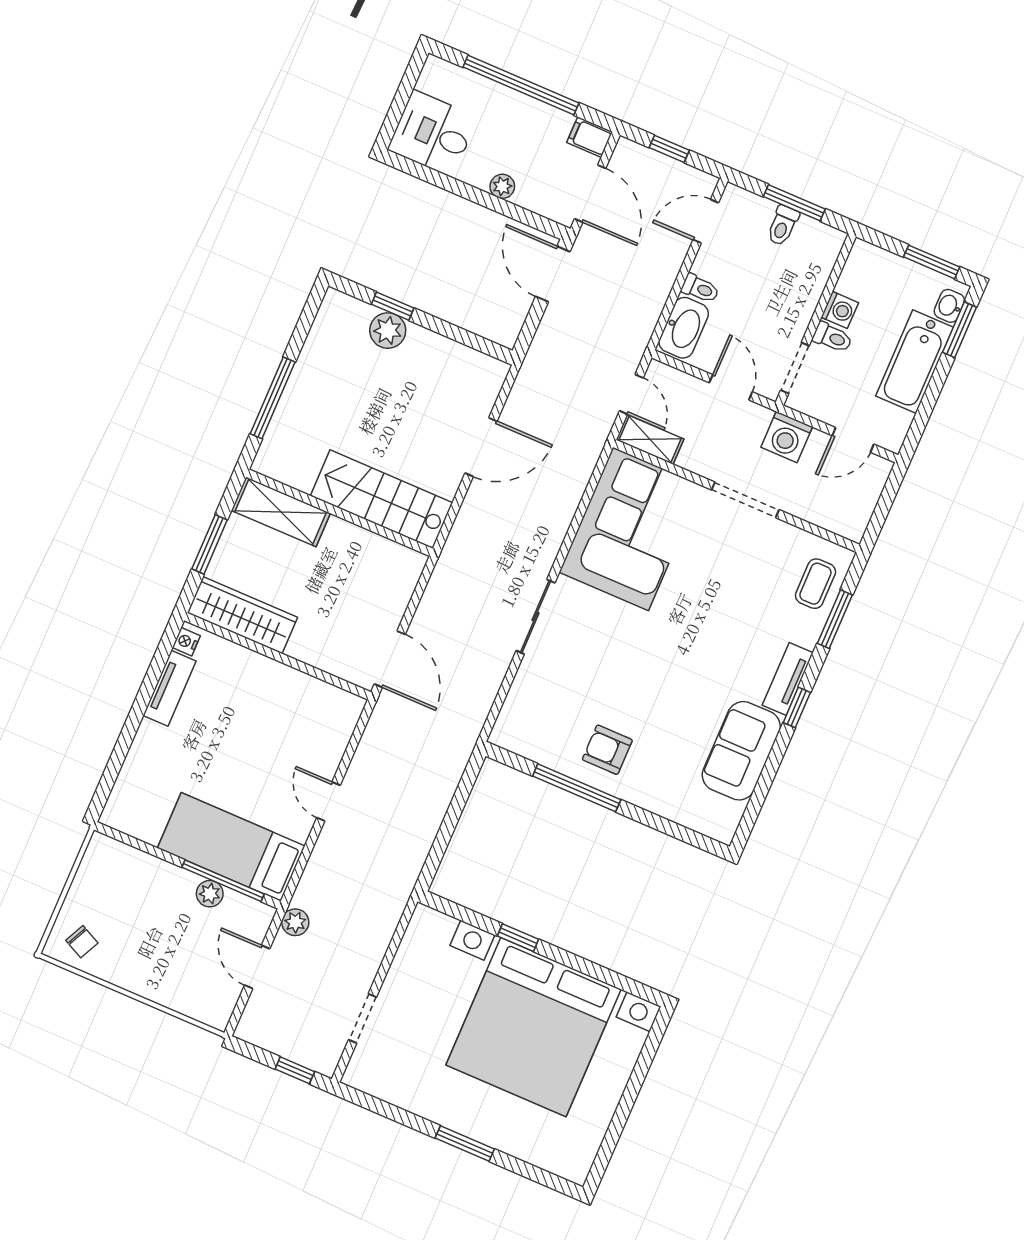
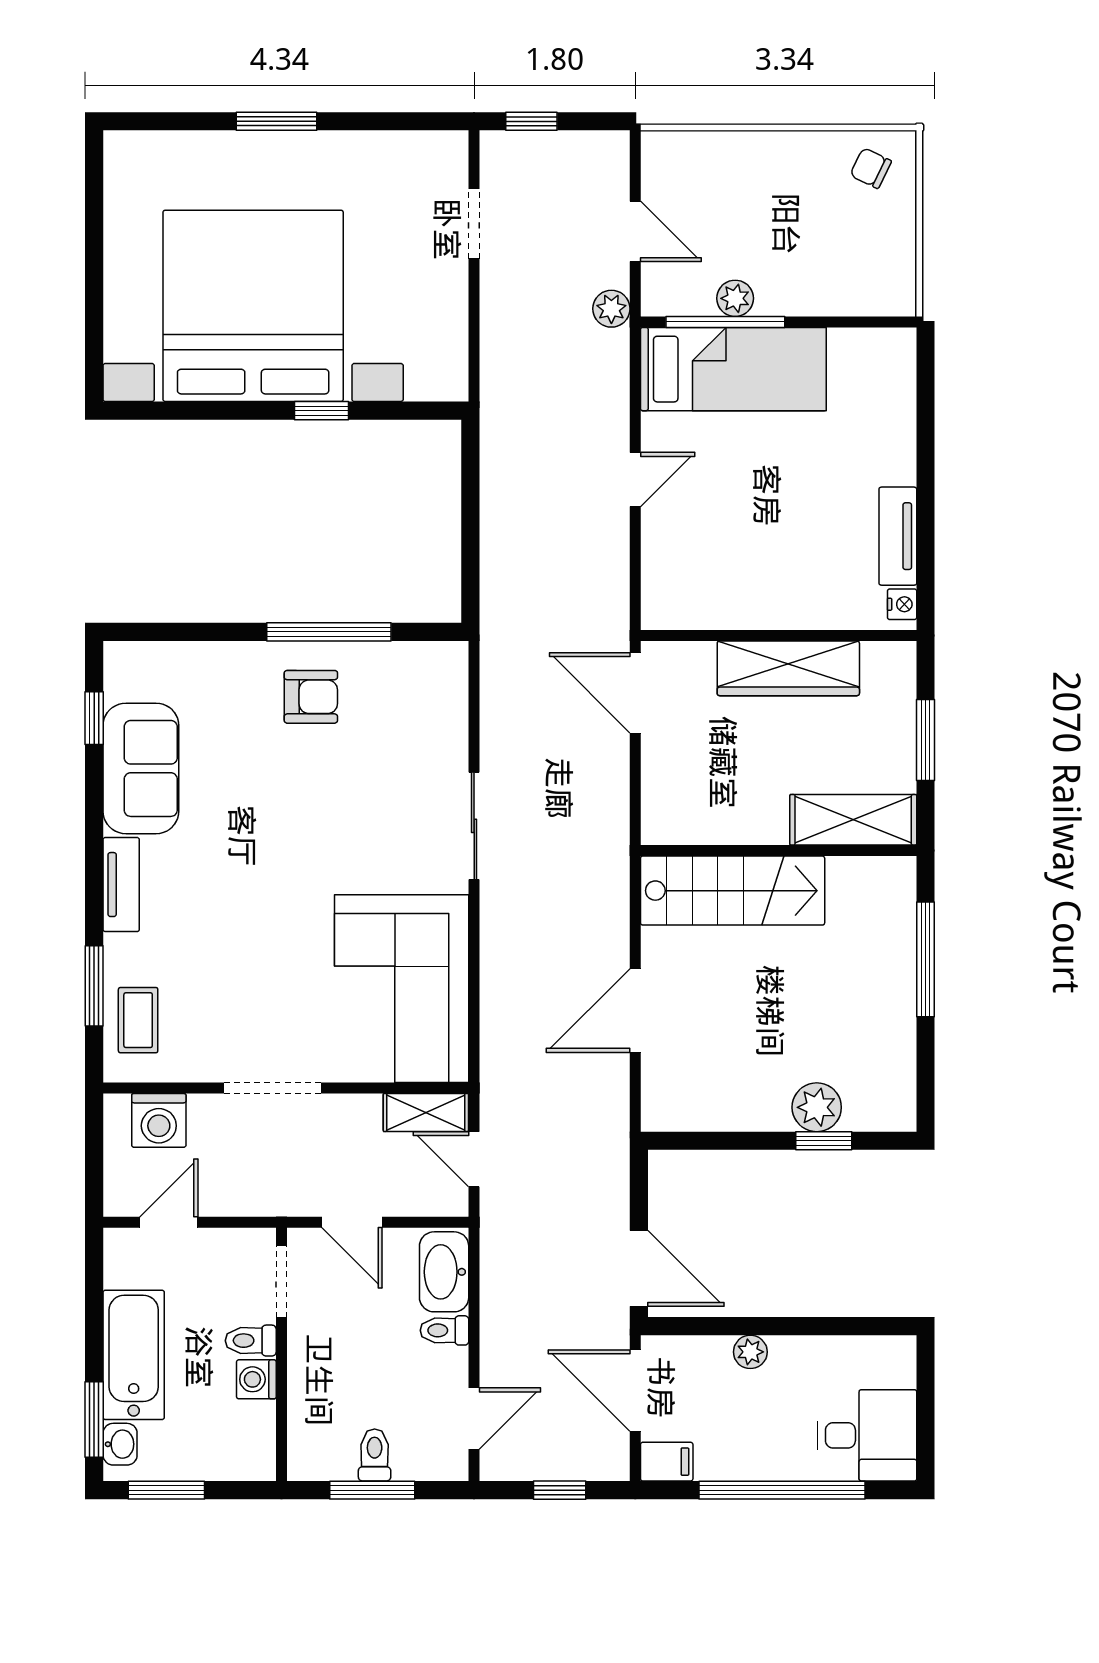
desk: (433, 133) -> (867, 1435), moved
washing machine: (787, 437) -> (159, 1120), moved, turned 180
wardrobe: (242, 615) -> (788, 668), moved
window: (797, 707) -> (94, 718), moved
door: (328, 802) -> (635, 479), hinge flipped

